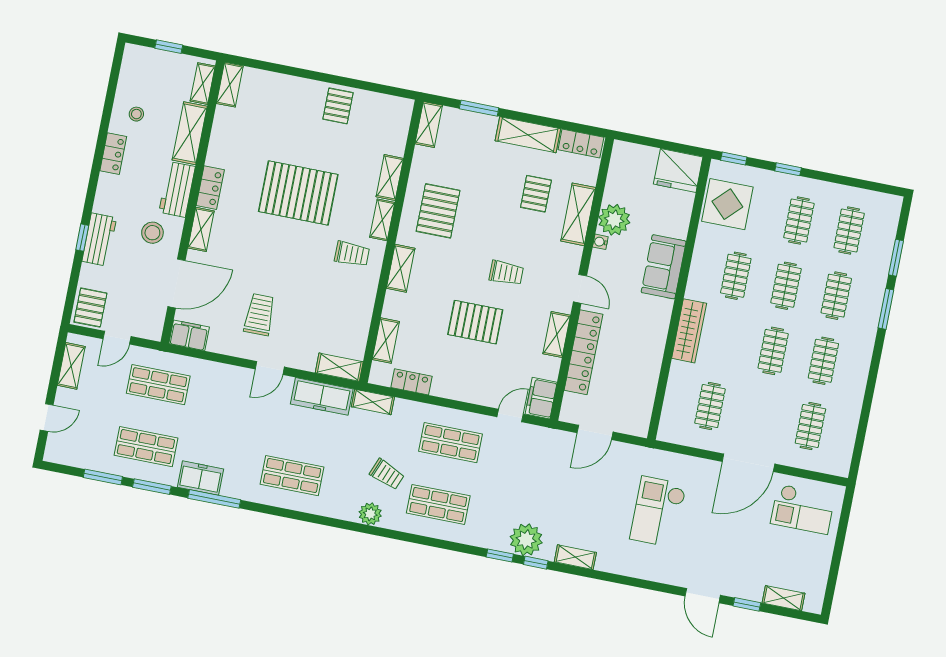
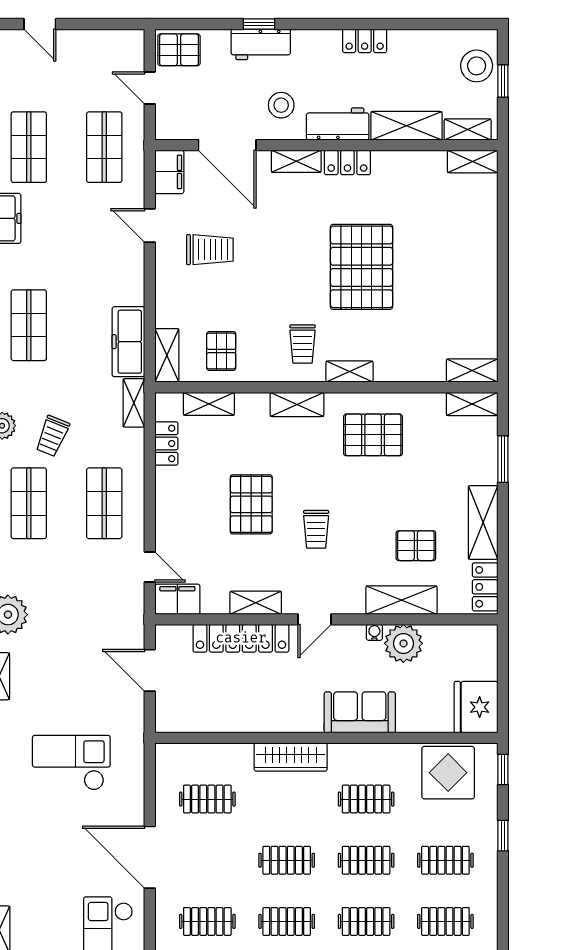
pallet: (338, 106) -> (221, 351), moved, turned 90
stool: (136, 114) -> (477, 66), moved, width x1.89, depth x1.89
shelving: (390, 178) -> (472, 371), moved
shelving: (71, 366) -> (106, 41), removed
door: (270, 368) -> (150, 225), moved

